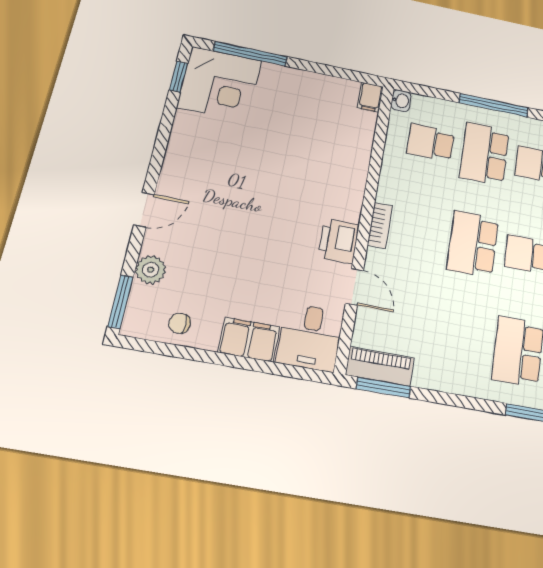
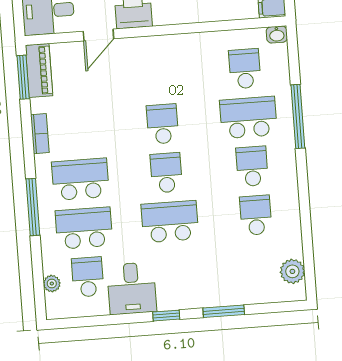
bookcase: (380, 225) -> (40, 134), moved, turned -90
school desk: (473, 244) -> (163, 124), width x0.54

